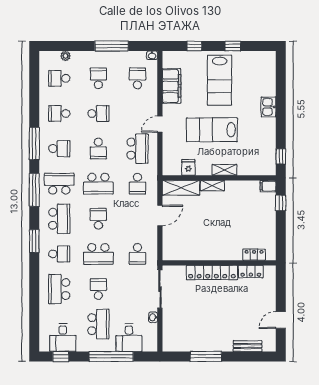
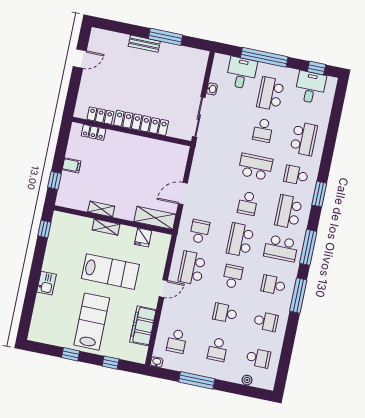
school desk: (98, 184) -> (240, 240), turned -90
shelving: (213, 186) -> (101, 209), moved
filing cabinet: (268, 186) -> (71, 165), moved
school desk: (137, 254) -> (215, 158), removed
bench: (248, 346) -> (144, 44), moved

